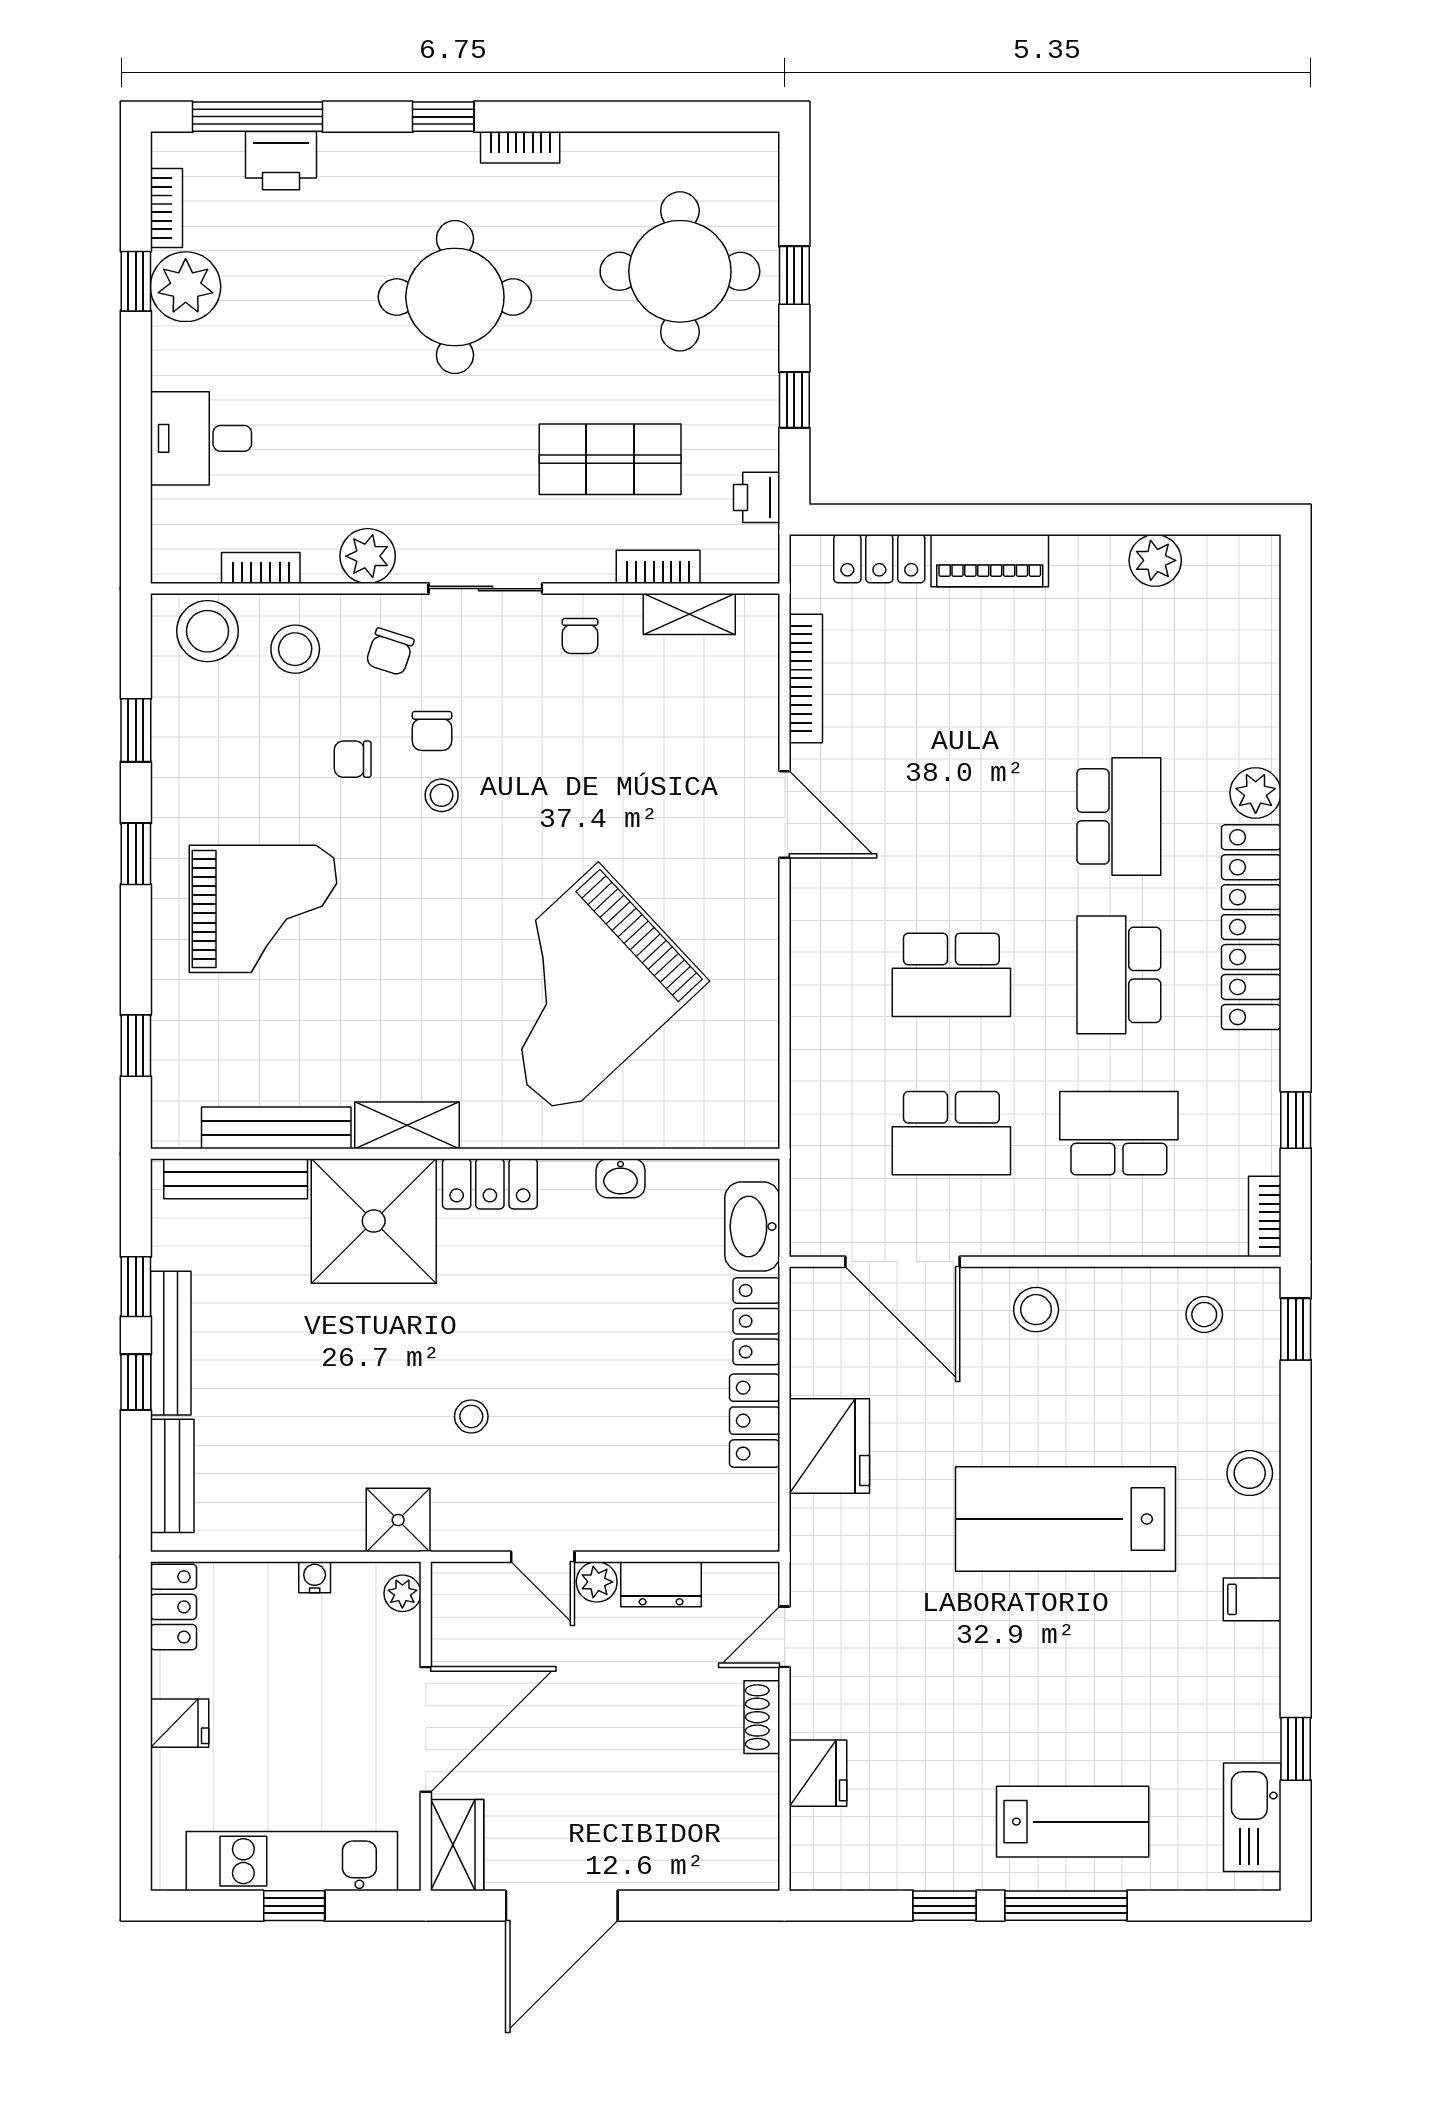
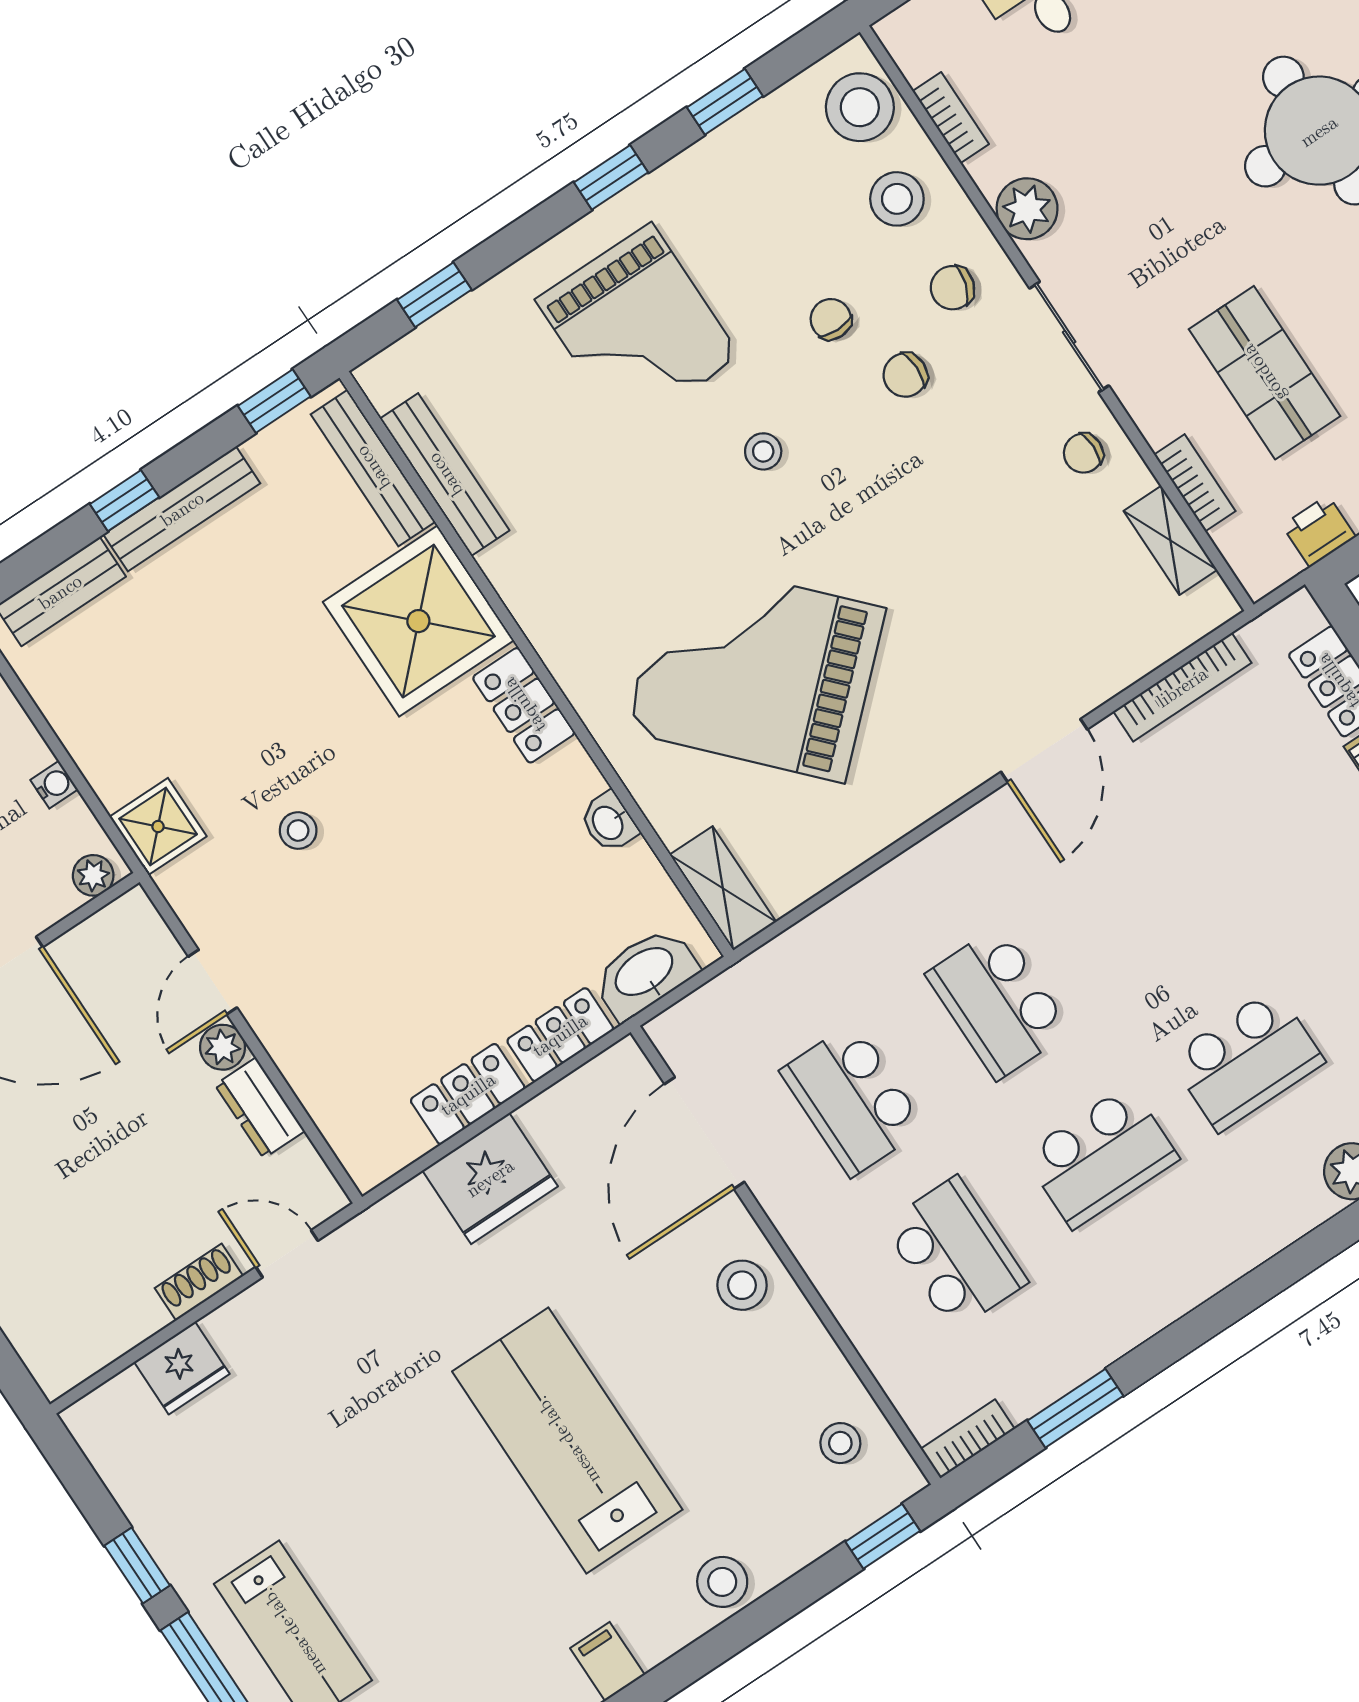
stool: (442, 795) -> (763, 451), moved
locker: (1251, 927) -> (1226, 1249), removed
school desk: (1119, 975) -> (1101, 1157), turned 180
window: (1296, 1120) -> (1075, 1408), width x1.50
shelving: (407, 1125) -> (723, 888), moved
window: (136, 1287) -> (274, 401), moved

